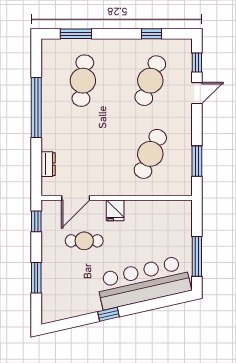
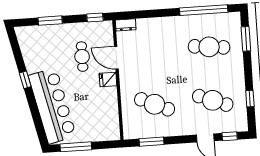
window: (36, 108) -> (204, 10), moved
dresser: (48, 164) -> (126, 25), moved
door: (76, 198) -> (116, 58), moved

